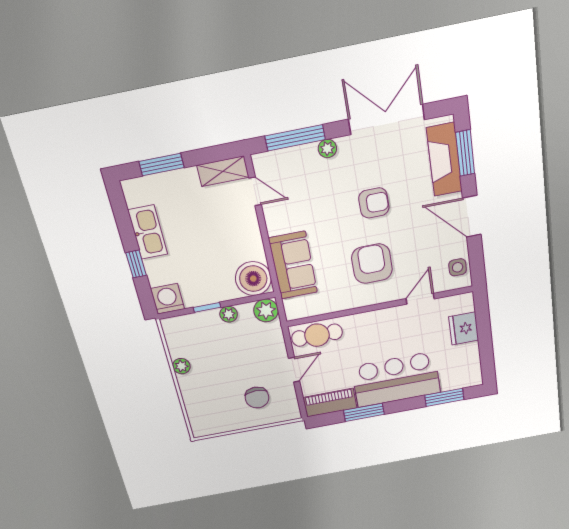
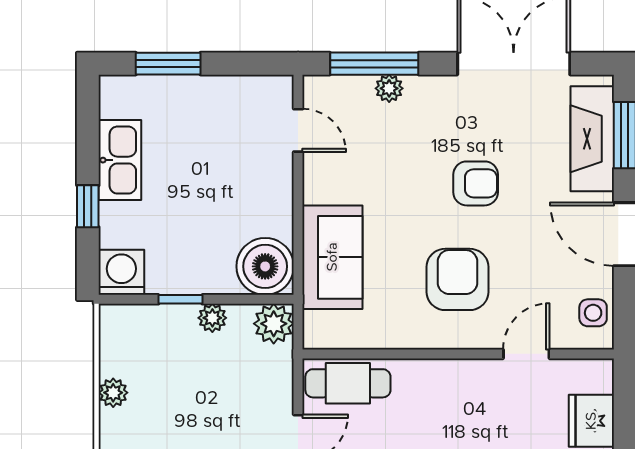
plant: (327, 148) -> (389, 88), moved
shelving: (223, 171) -> (257, 91), removed

